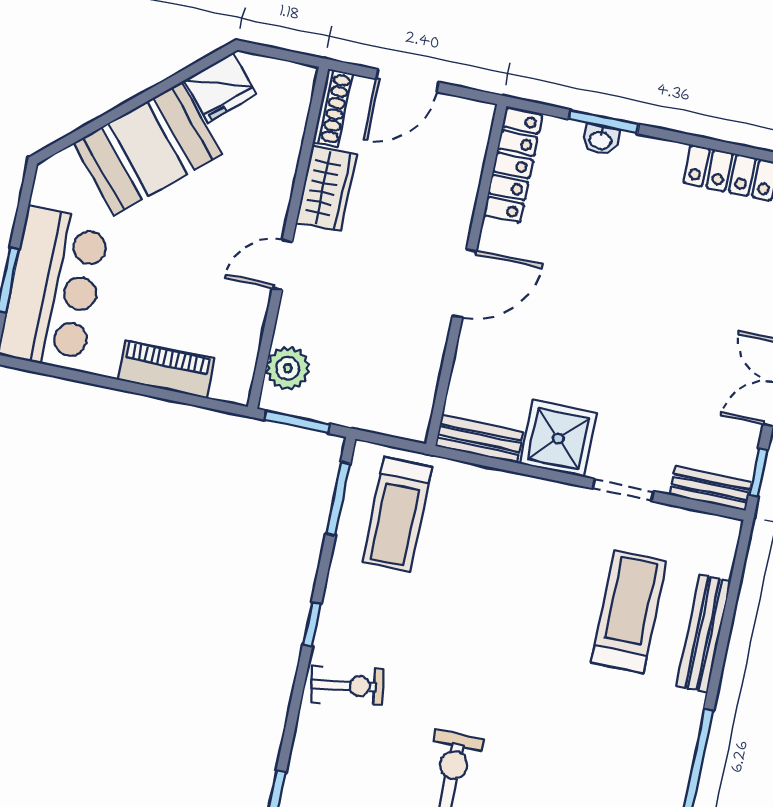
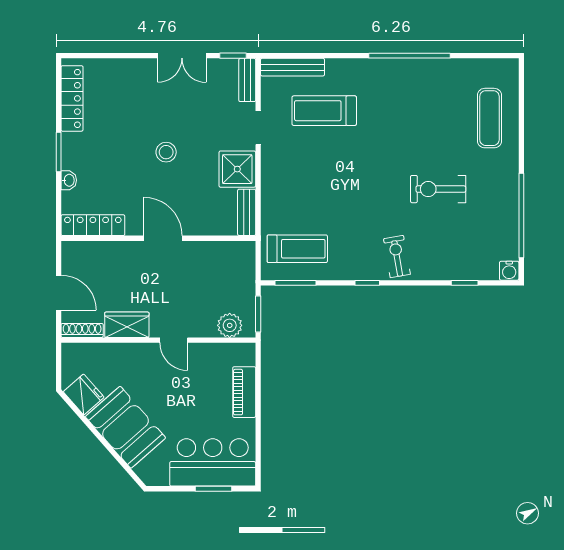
window: (604, 122) -> (59, 152), moved
stool: (614, 320) -> (166, 152), added
bench: (704, 634) -> (293, 67), moved

